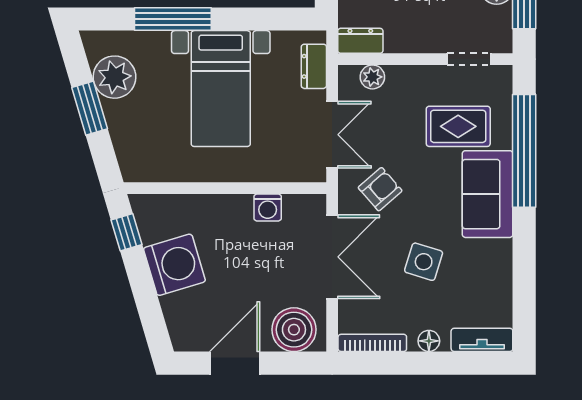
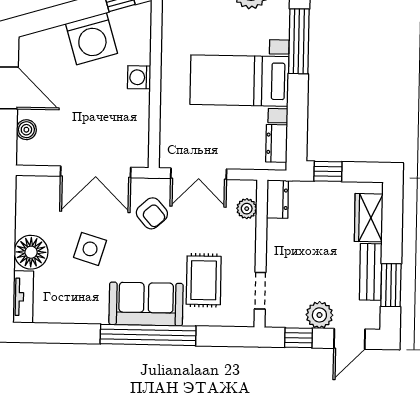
dresser: (314, 66) -> (277, 143), moved, turned -90
window: (524, 151) -> (148, 335), moved
washing machine: (268, 207) -> (139, 77), moved
boiler: (294, 330) -> (26, 130), width x0.54, depth x0.54
floor lamp: (429, 341) -> (31, 252), width x1.89, depth x1.89
bookcase: (372, 343) -> (22, 204), removed

